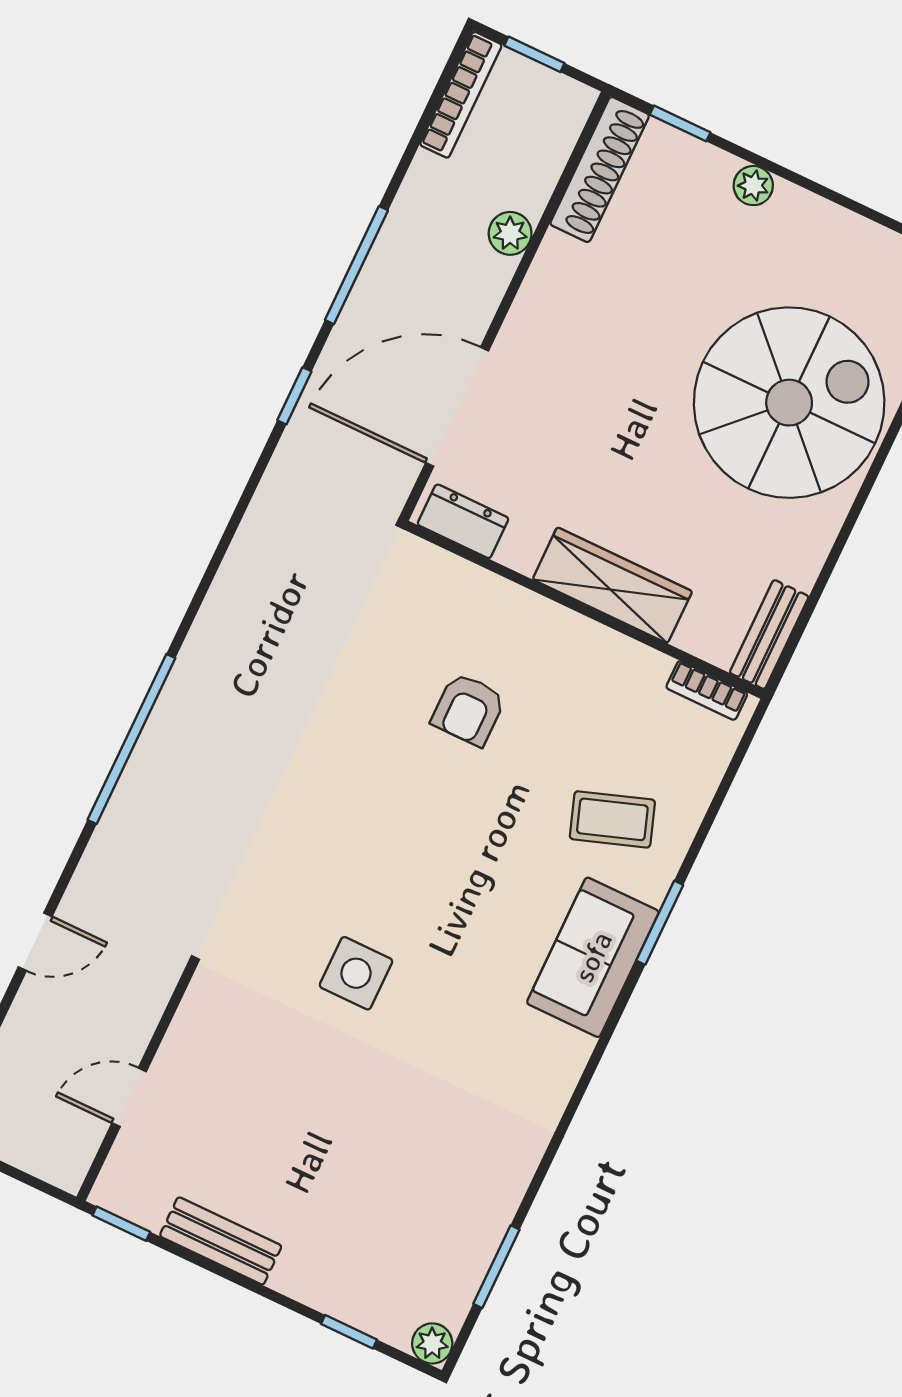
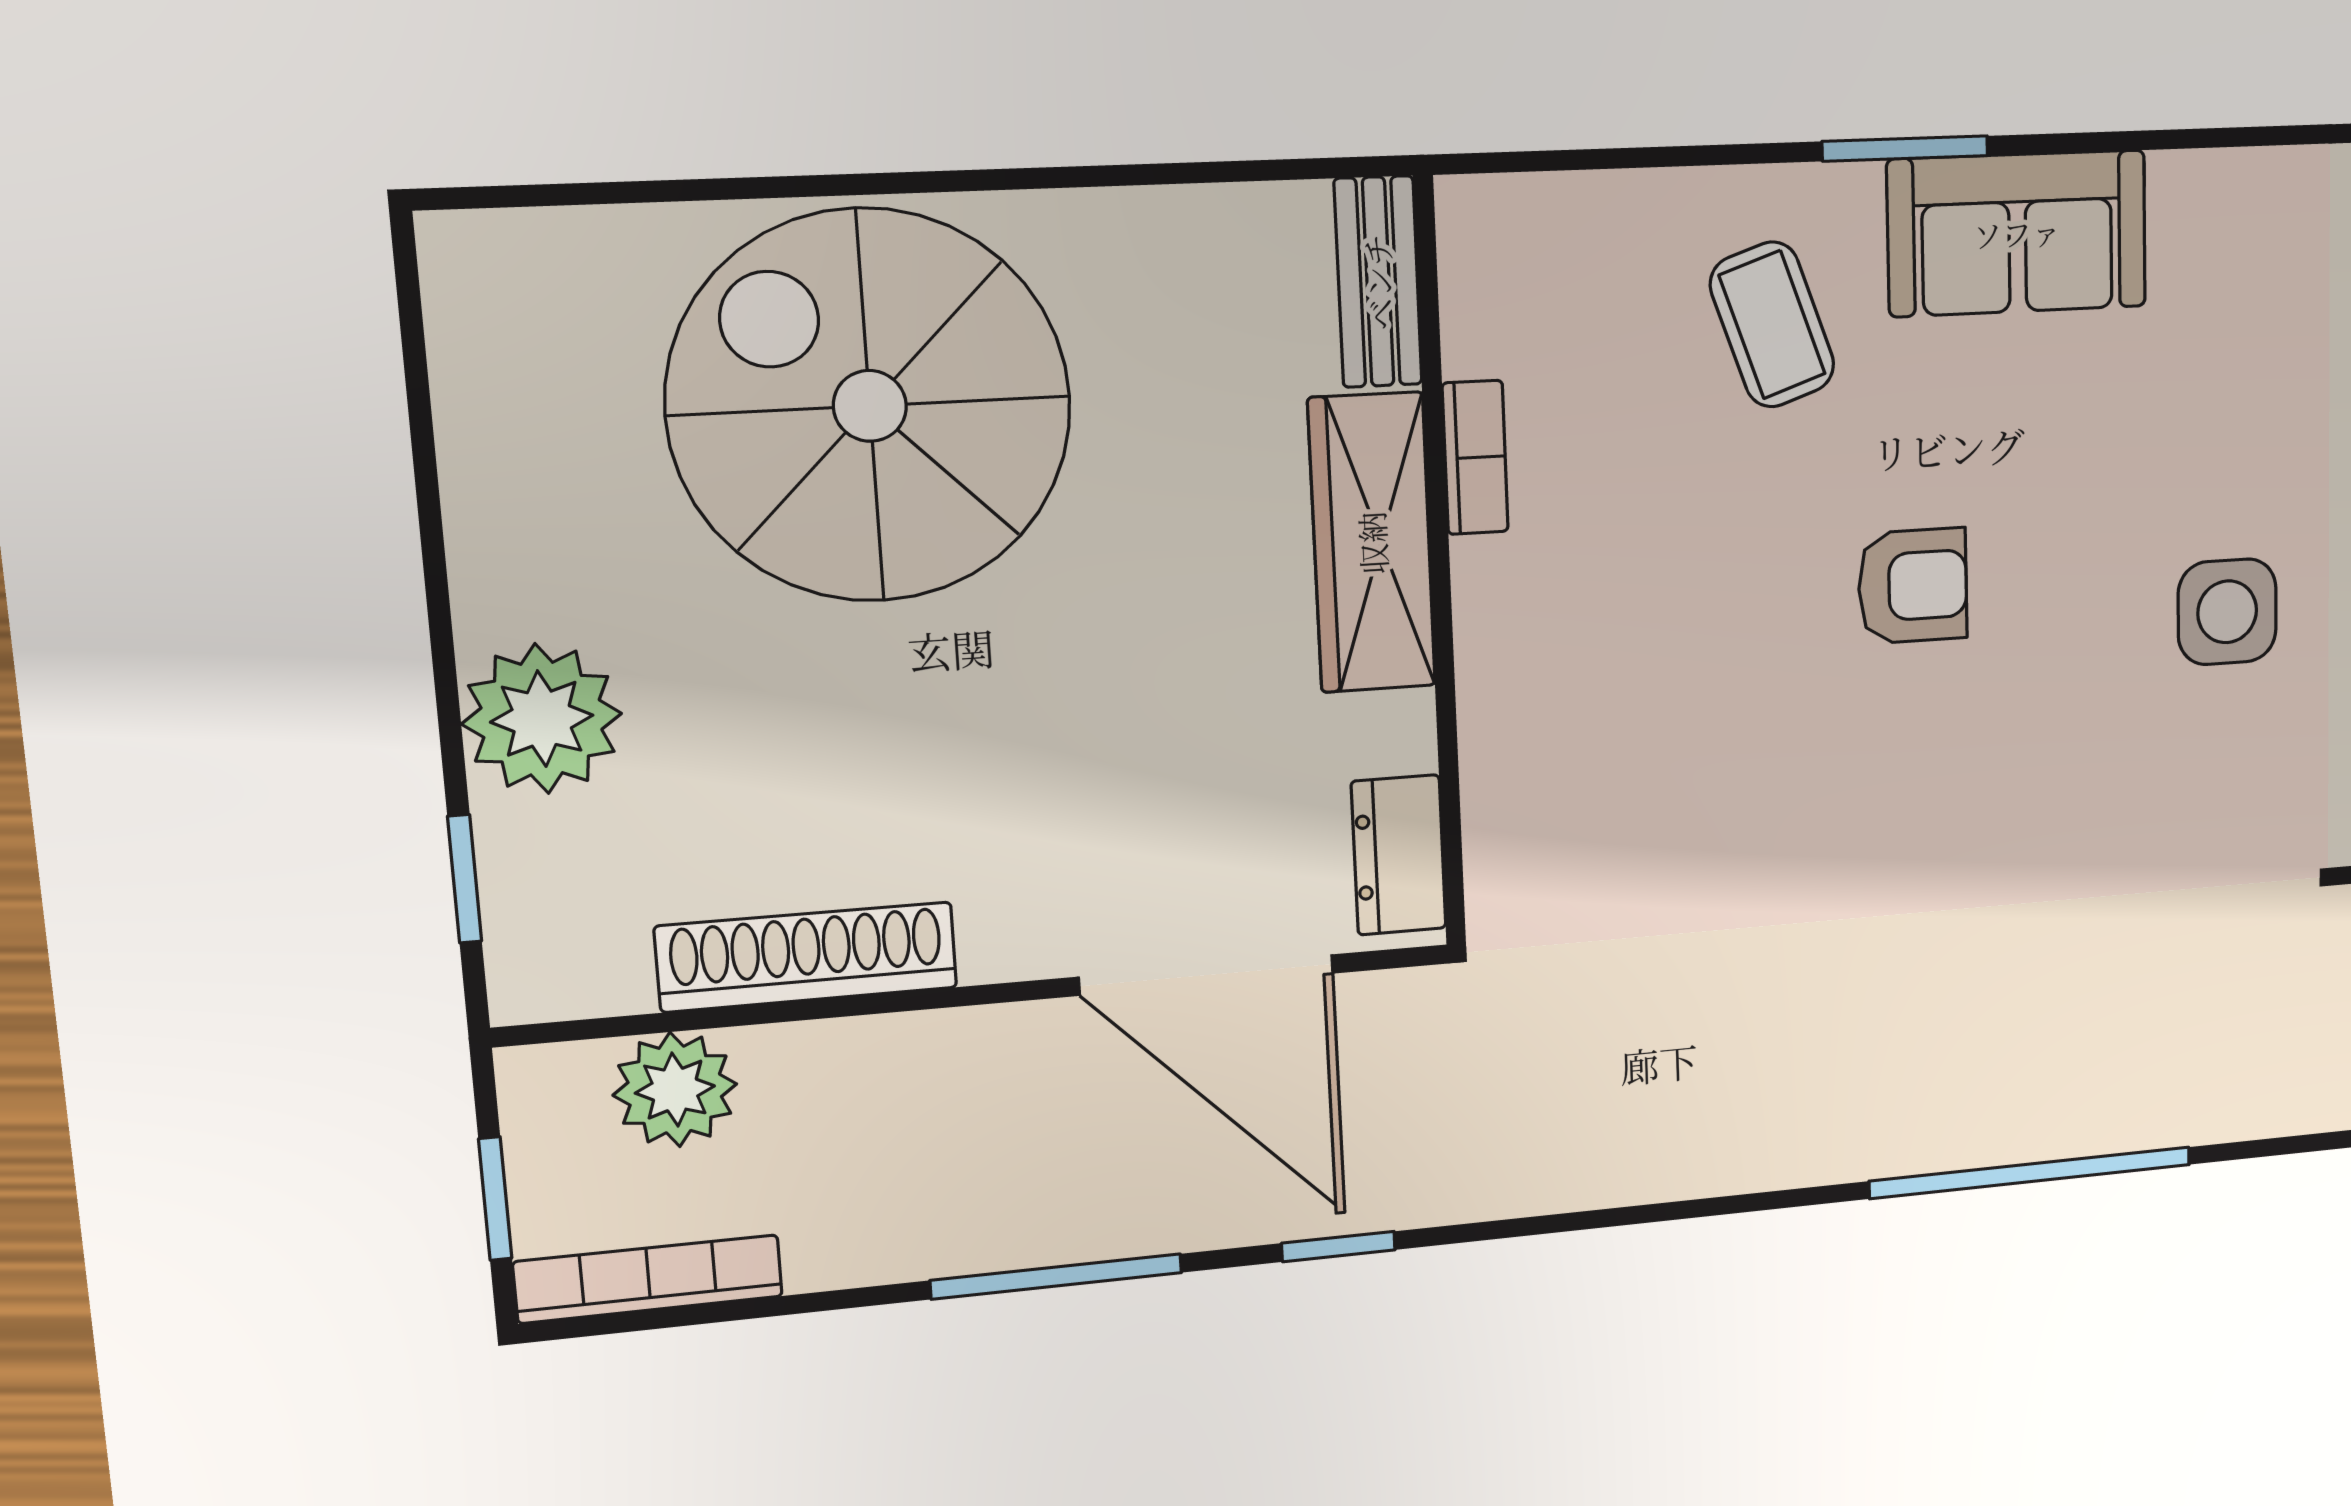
shoe rack: (600, 170) -> (807, 957), moved
plant: (753, 186) -> (542, 719), width x1.88, depth x1.88
plant: (510, 233) -> (675, 1090), moved, width x1.38, depth x1.38
bench: (769, 635) -> (1378, 282), moved, turned 90
bookcase: (707, 690) -> (1475, 457), moved
armchair: (468, 709) -> (1913, 586), moved

